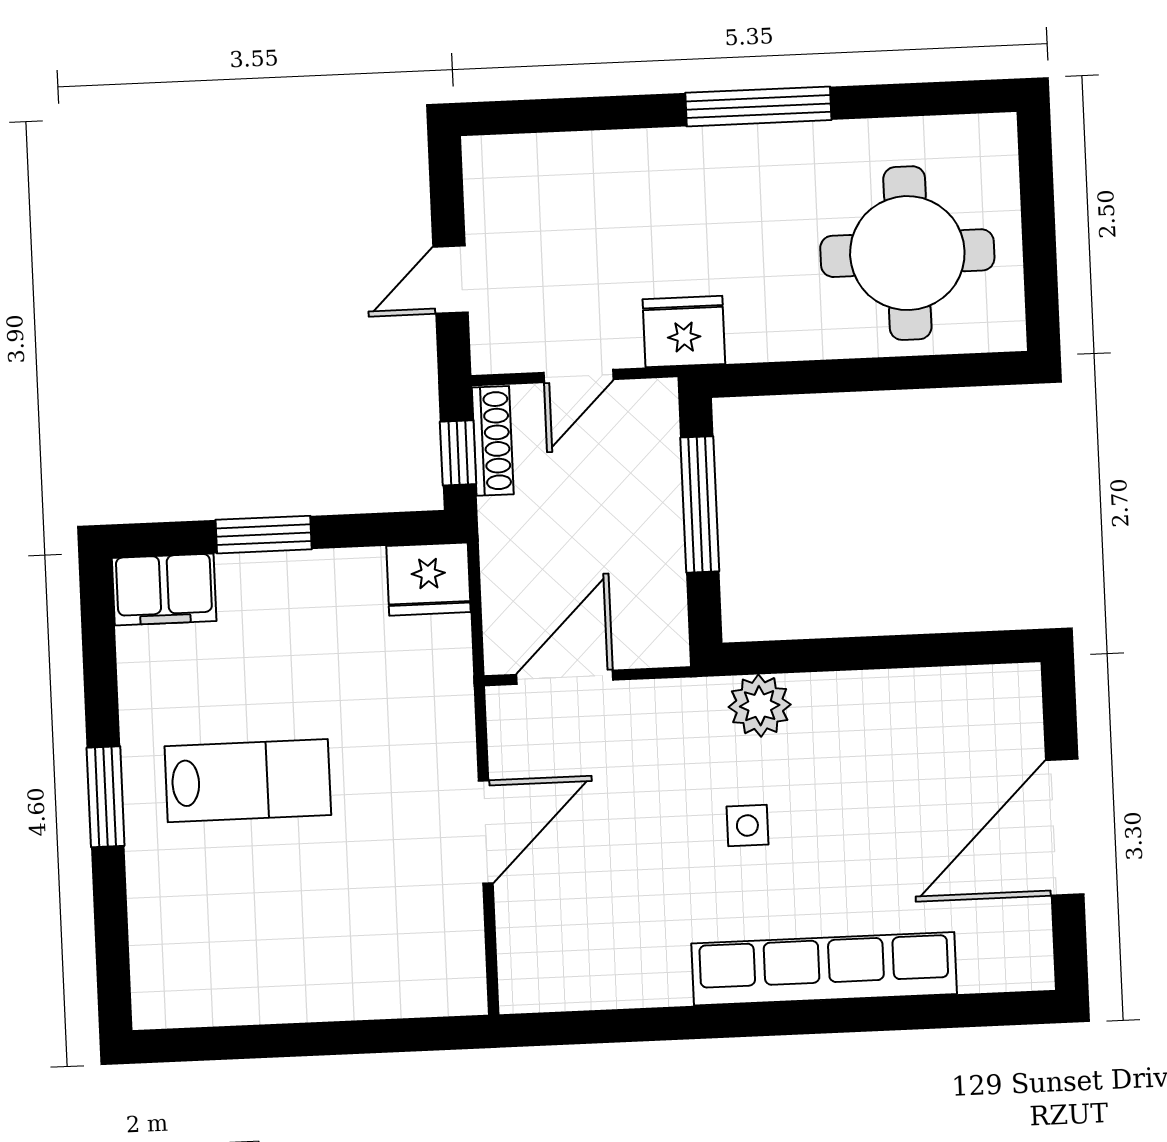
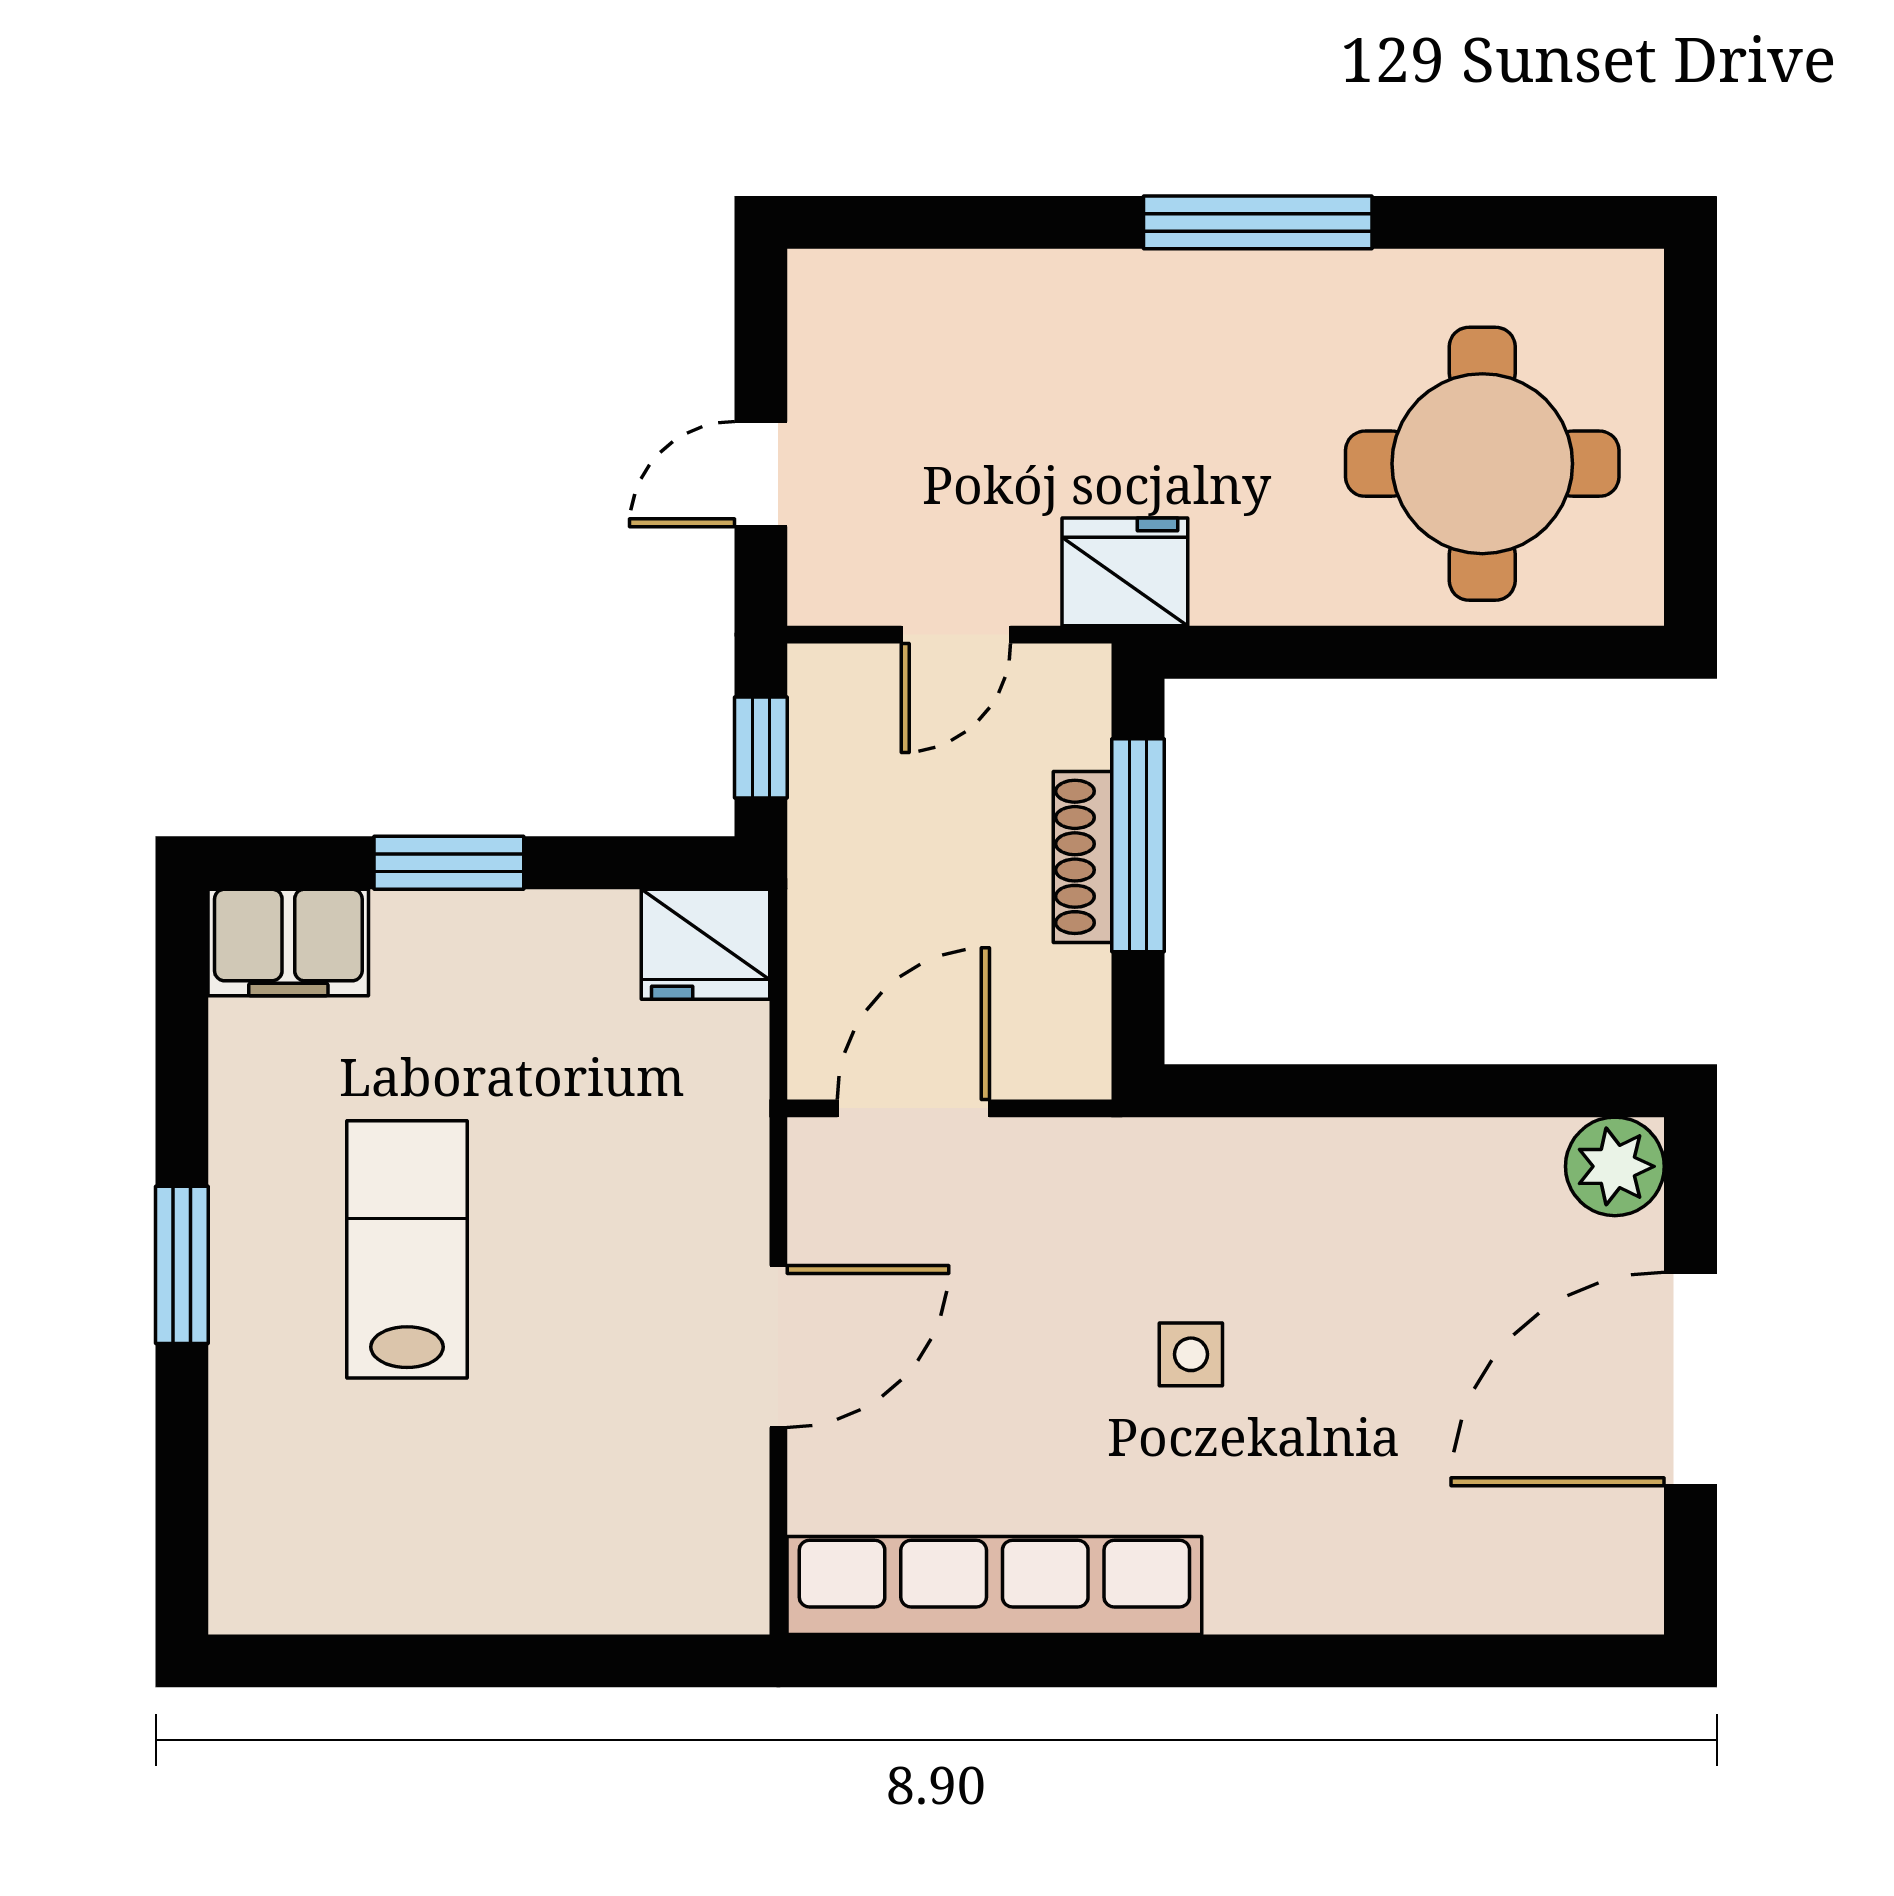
shoe rack: (493, 441) -> (1083, 857), moved, turned 180
plant: (760, 706) -> (1615, 1166), moved
lab bench: (248, 781) -> (407, 1249), turned -90
row of seats: (824, 969) -> (994, 1585), moved

